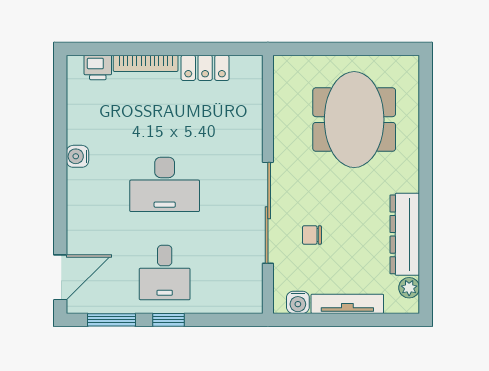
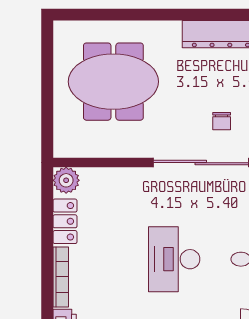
plant: (249, 69) -> (66, 180), added
desk: (165, 184) -> (174, 259), turned 180

